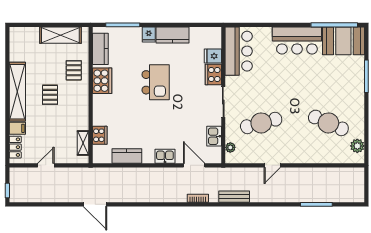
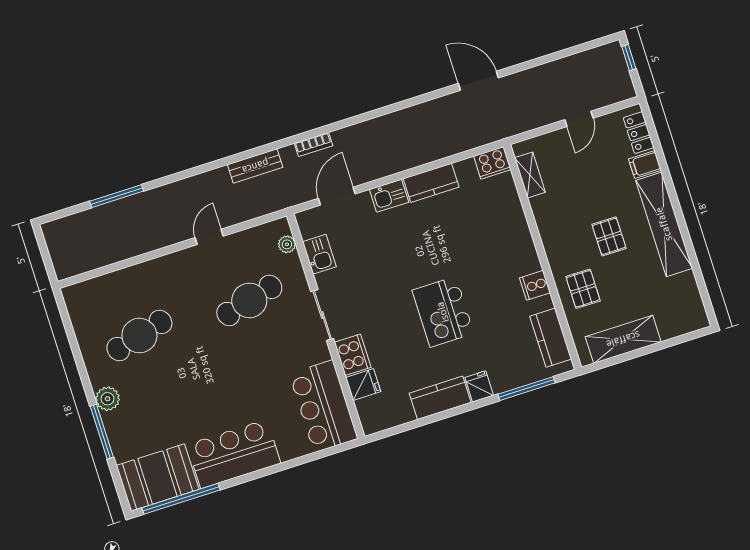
cooker: (102, 81) -> (535, 285), width x0.53, depth x0.76
cafe table: (328, 123) -> (139, 336), turned -39
cooker: (100, 135) -> (492, 163), moved, turned -90
plant: (357, 146) -> (108, 399), moved
kitchen counter: (127, 156) -> (431, 183), moved
door: (194, 165) -> (337, 196), swing flipped

